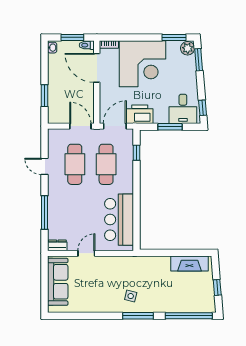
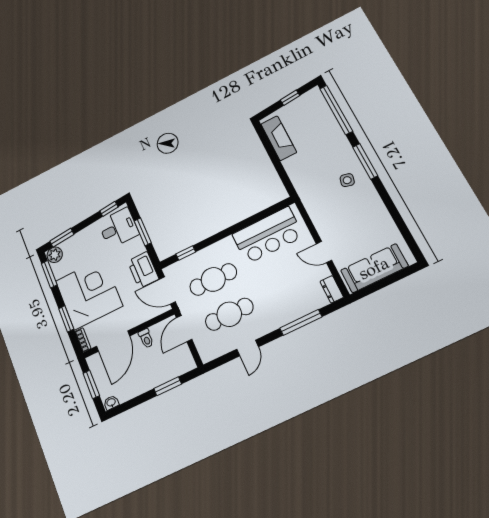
window: (132, 37) -> (66, 319), added
toilet: (87, 45) -> (146, 338), moved

